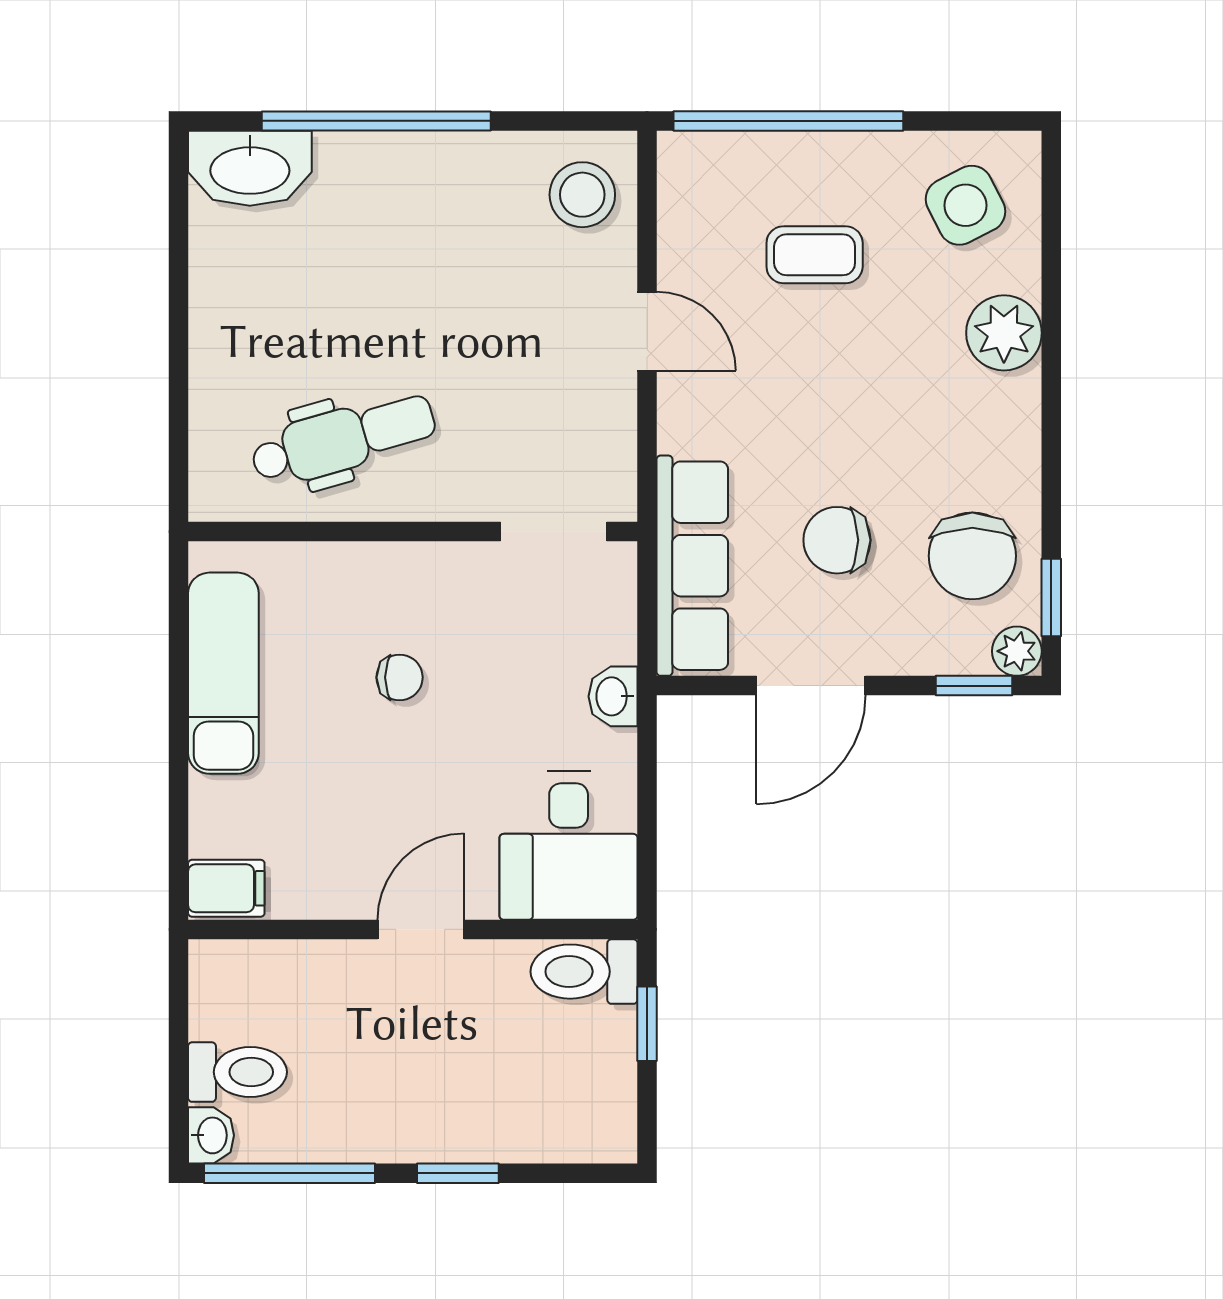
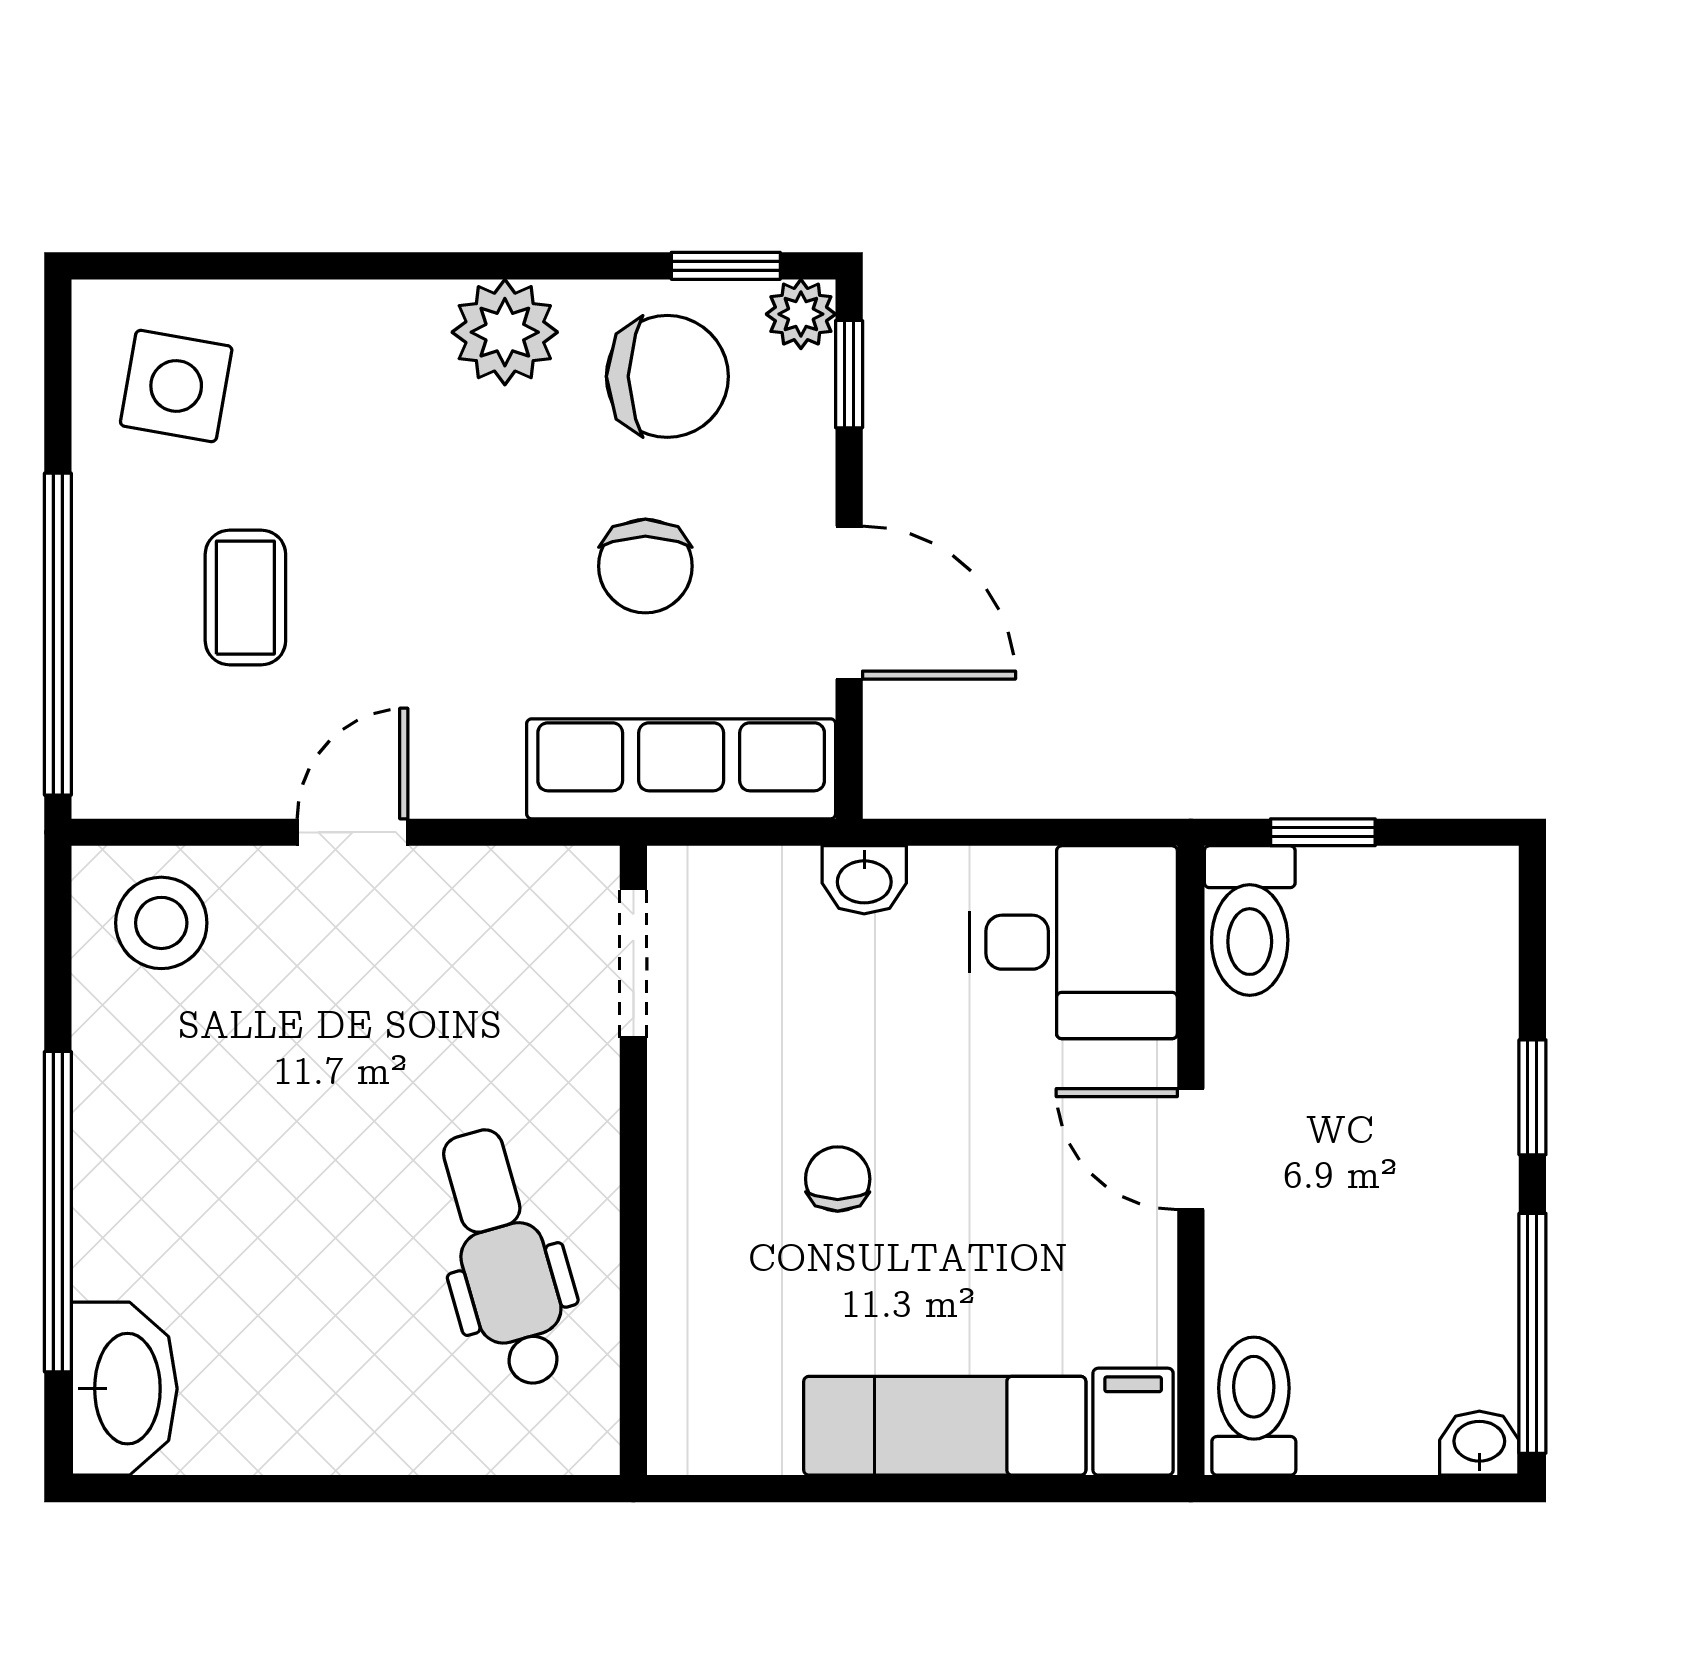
side table: (966, 205) -> (176, 386), turned 37
plant: (1004, 333) -> (505, 332), moved
exam couch: (223, 673) -> (945, 1426), moved
toilet: (237, 1072) -> (1254, 1406), moved

